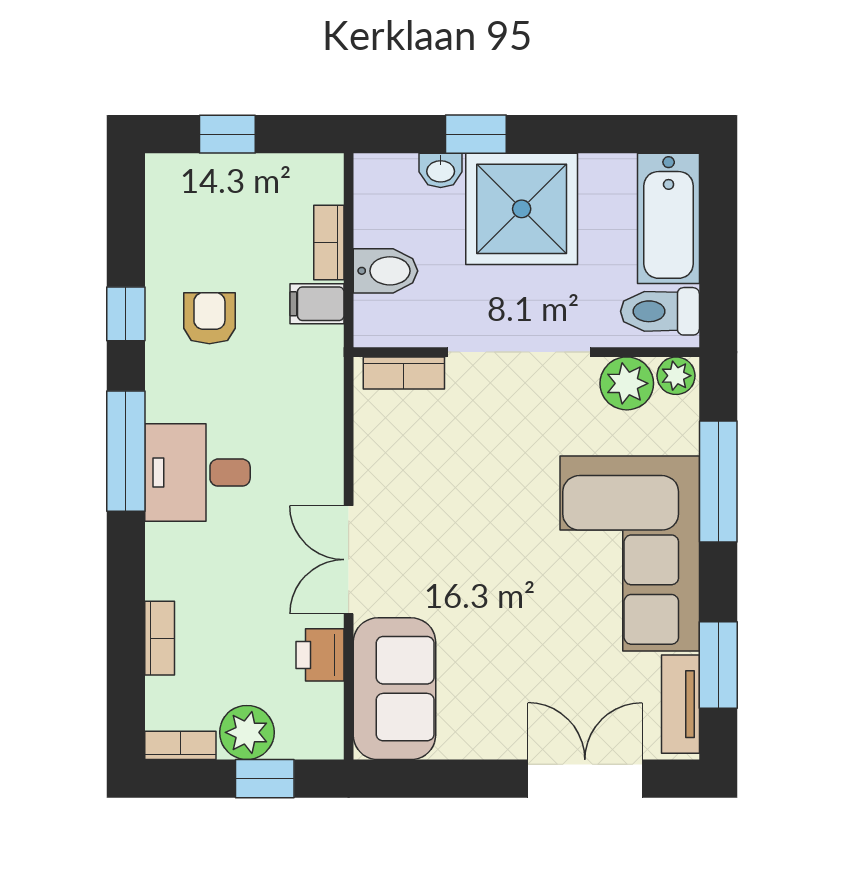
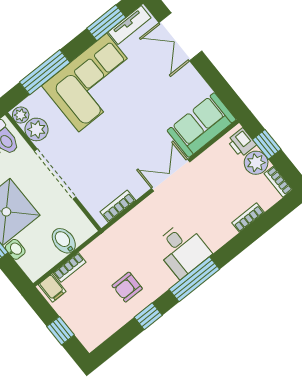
filing cabinet: (317, 304) -> (52, 288), moved
bookcase: (404, 373) -> (118, 206), moved, turned -90
double door: (349, 560) -> (171, 175), swing flipped
printer: (320, 655) -> (242, 143), moved, turned 90

